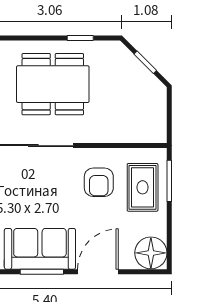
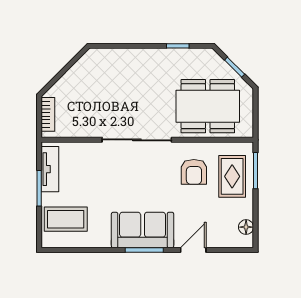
dining table: (53, 84) -> (208, 106), moved
floor lamp: (151, 253) -> (246, 227), width x0.53, depth x0.53
door: (98, 272) -> (193, 250), width x0.73

